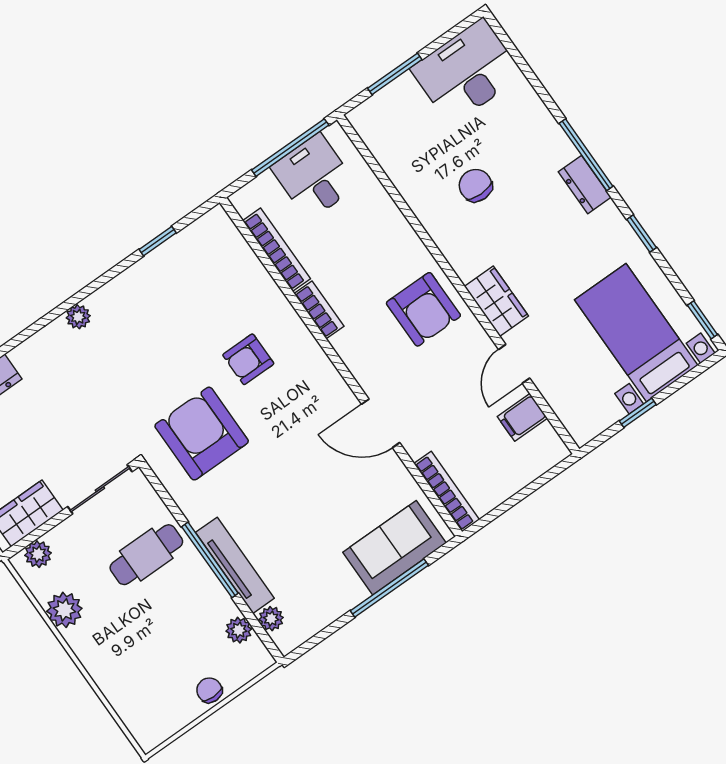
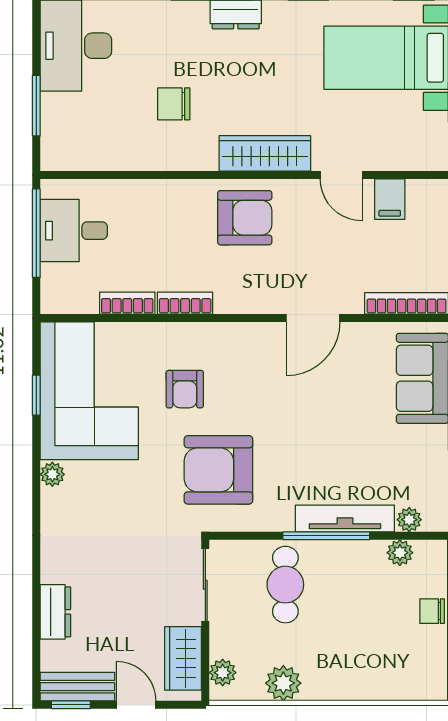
bookcase: (277, 250) -> (127, 303), width x0.64
corner sofa: (192, 282) -> (89, 391), added
wardrobe: (496, 301) -> (265, 153), width x1.50
plant: (78, 317) -> (52, 474), moved

